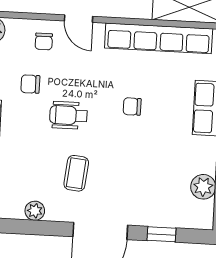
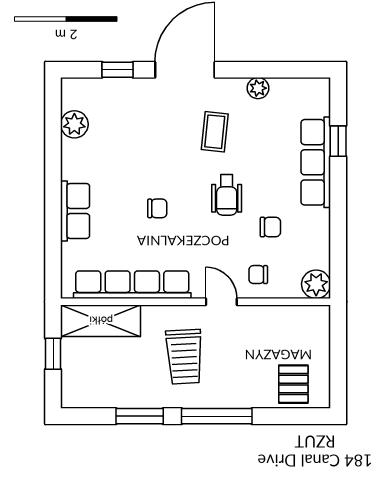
chair: (44, 41) -> (258, 275), turned -90
wheelchair: (68, 115) -> (227, 195), turned 90

